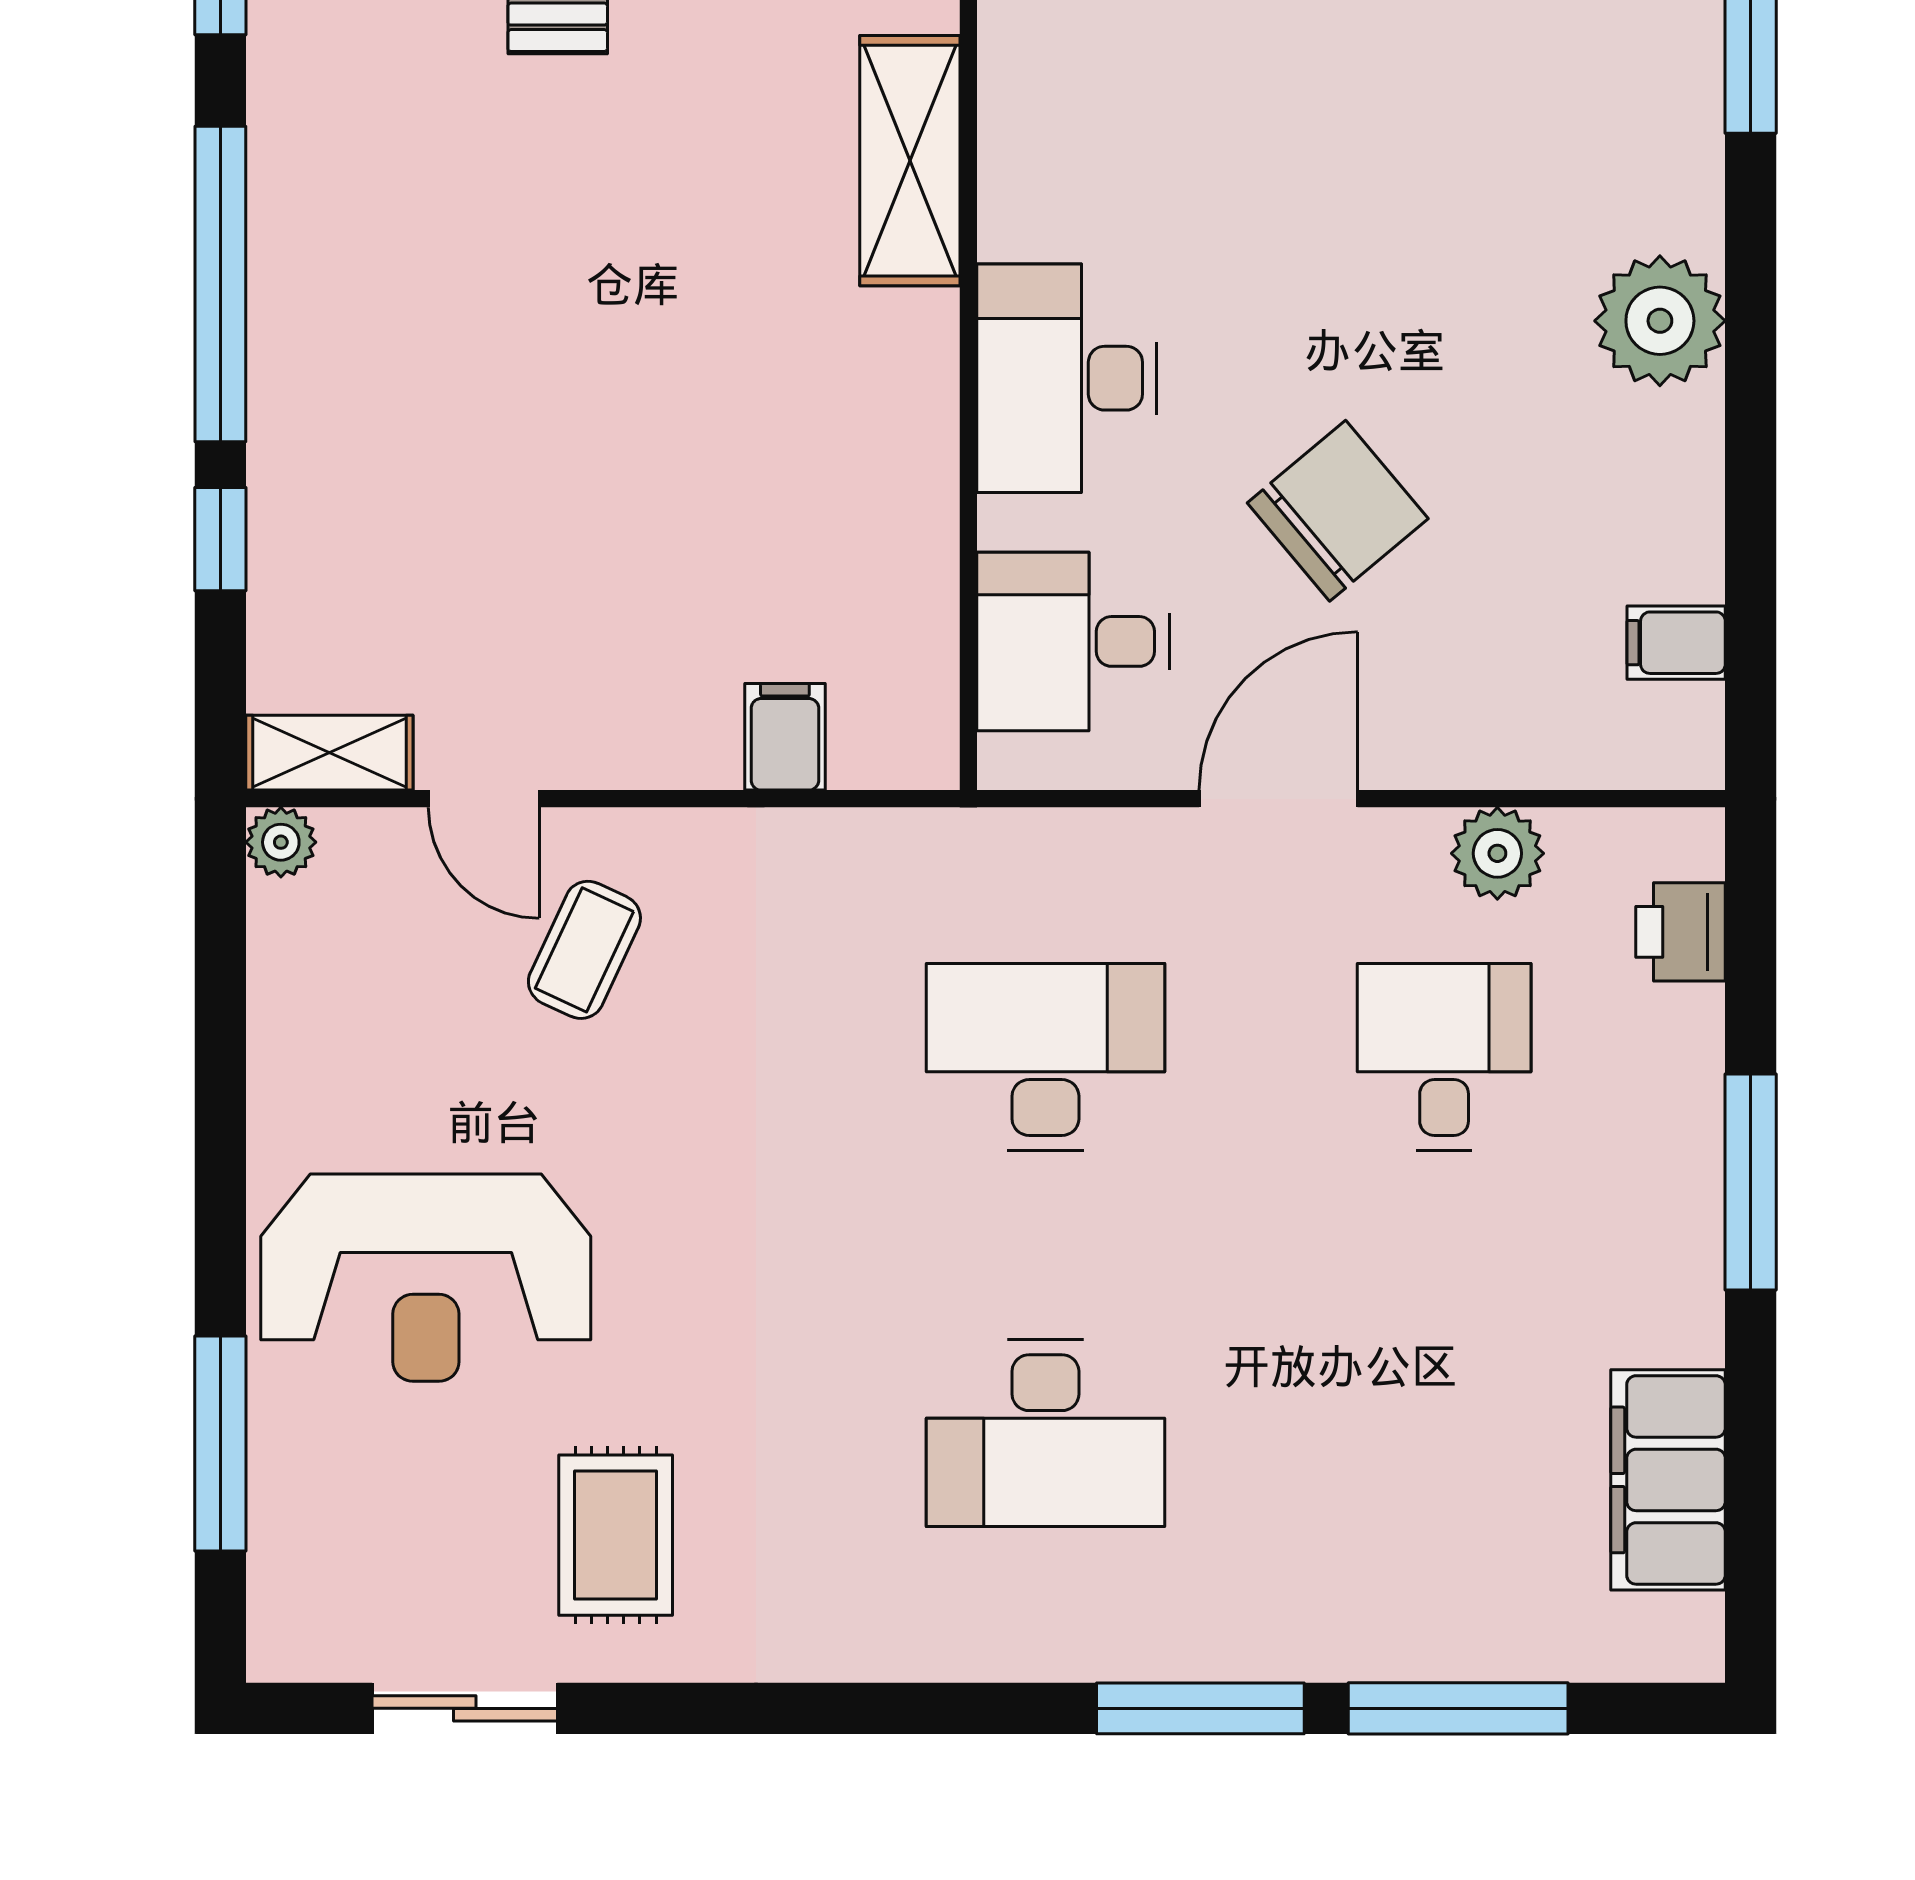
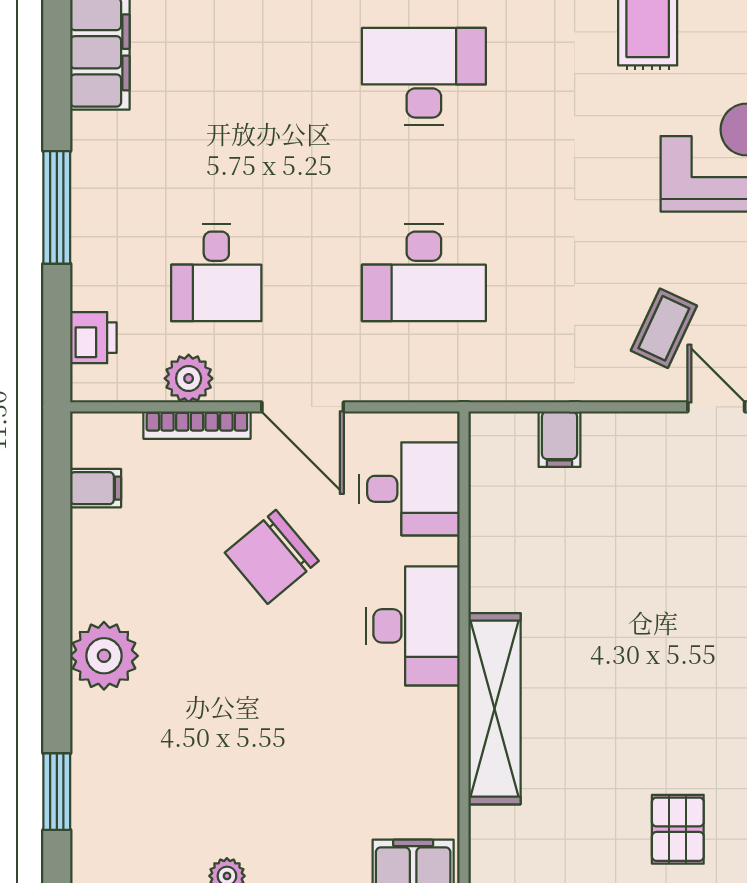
shelving: (910, 161) -> (494, 709), width x1.47
bookcase: (1481, 764) -> (197, 425), added
door: (1278, 799) -> (303, 407), hinge flipped

